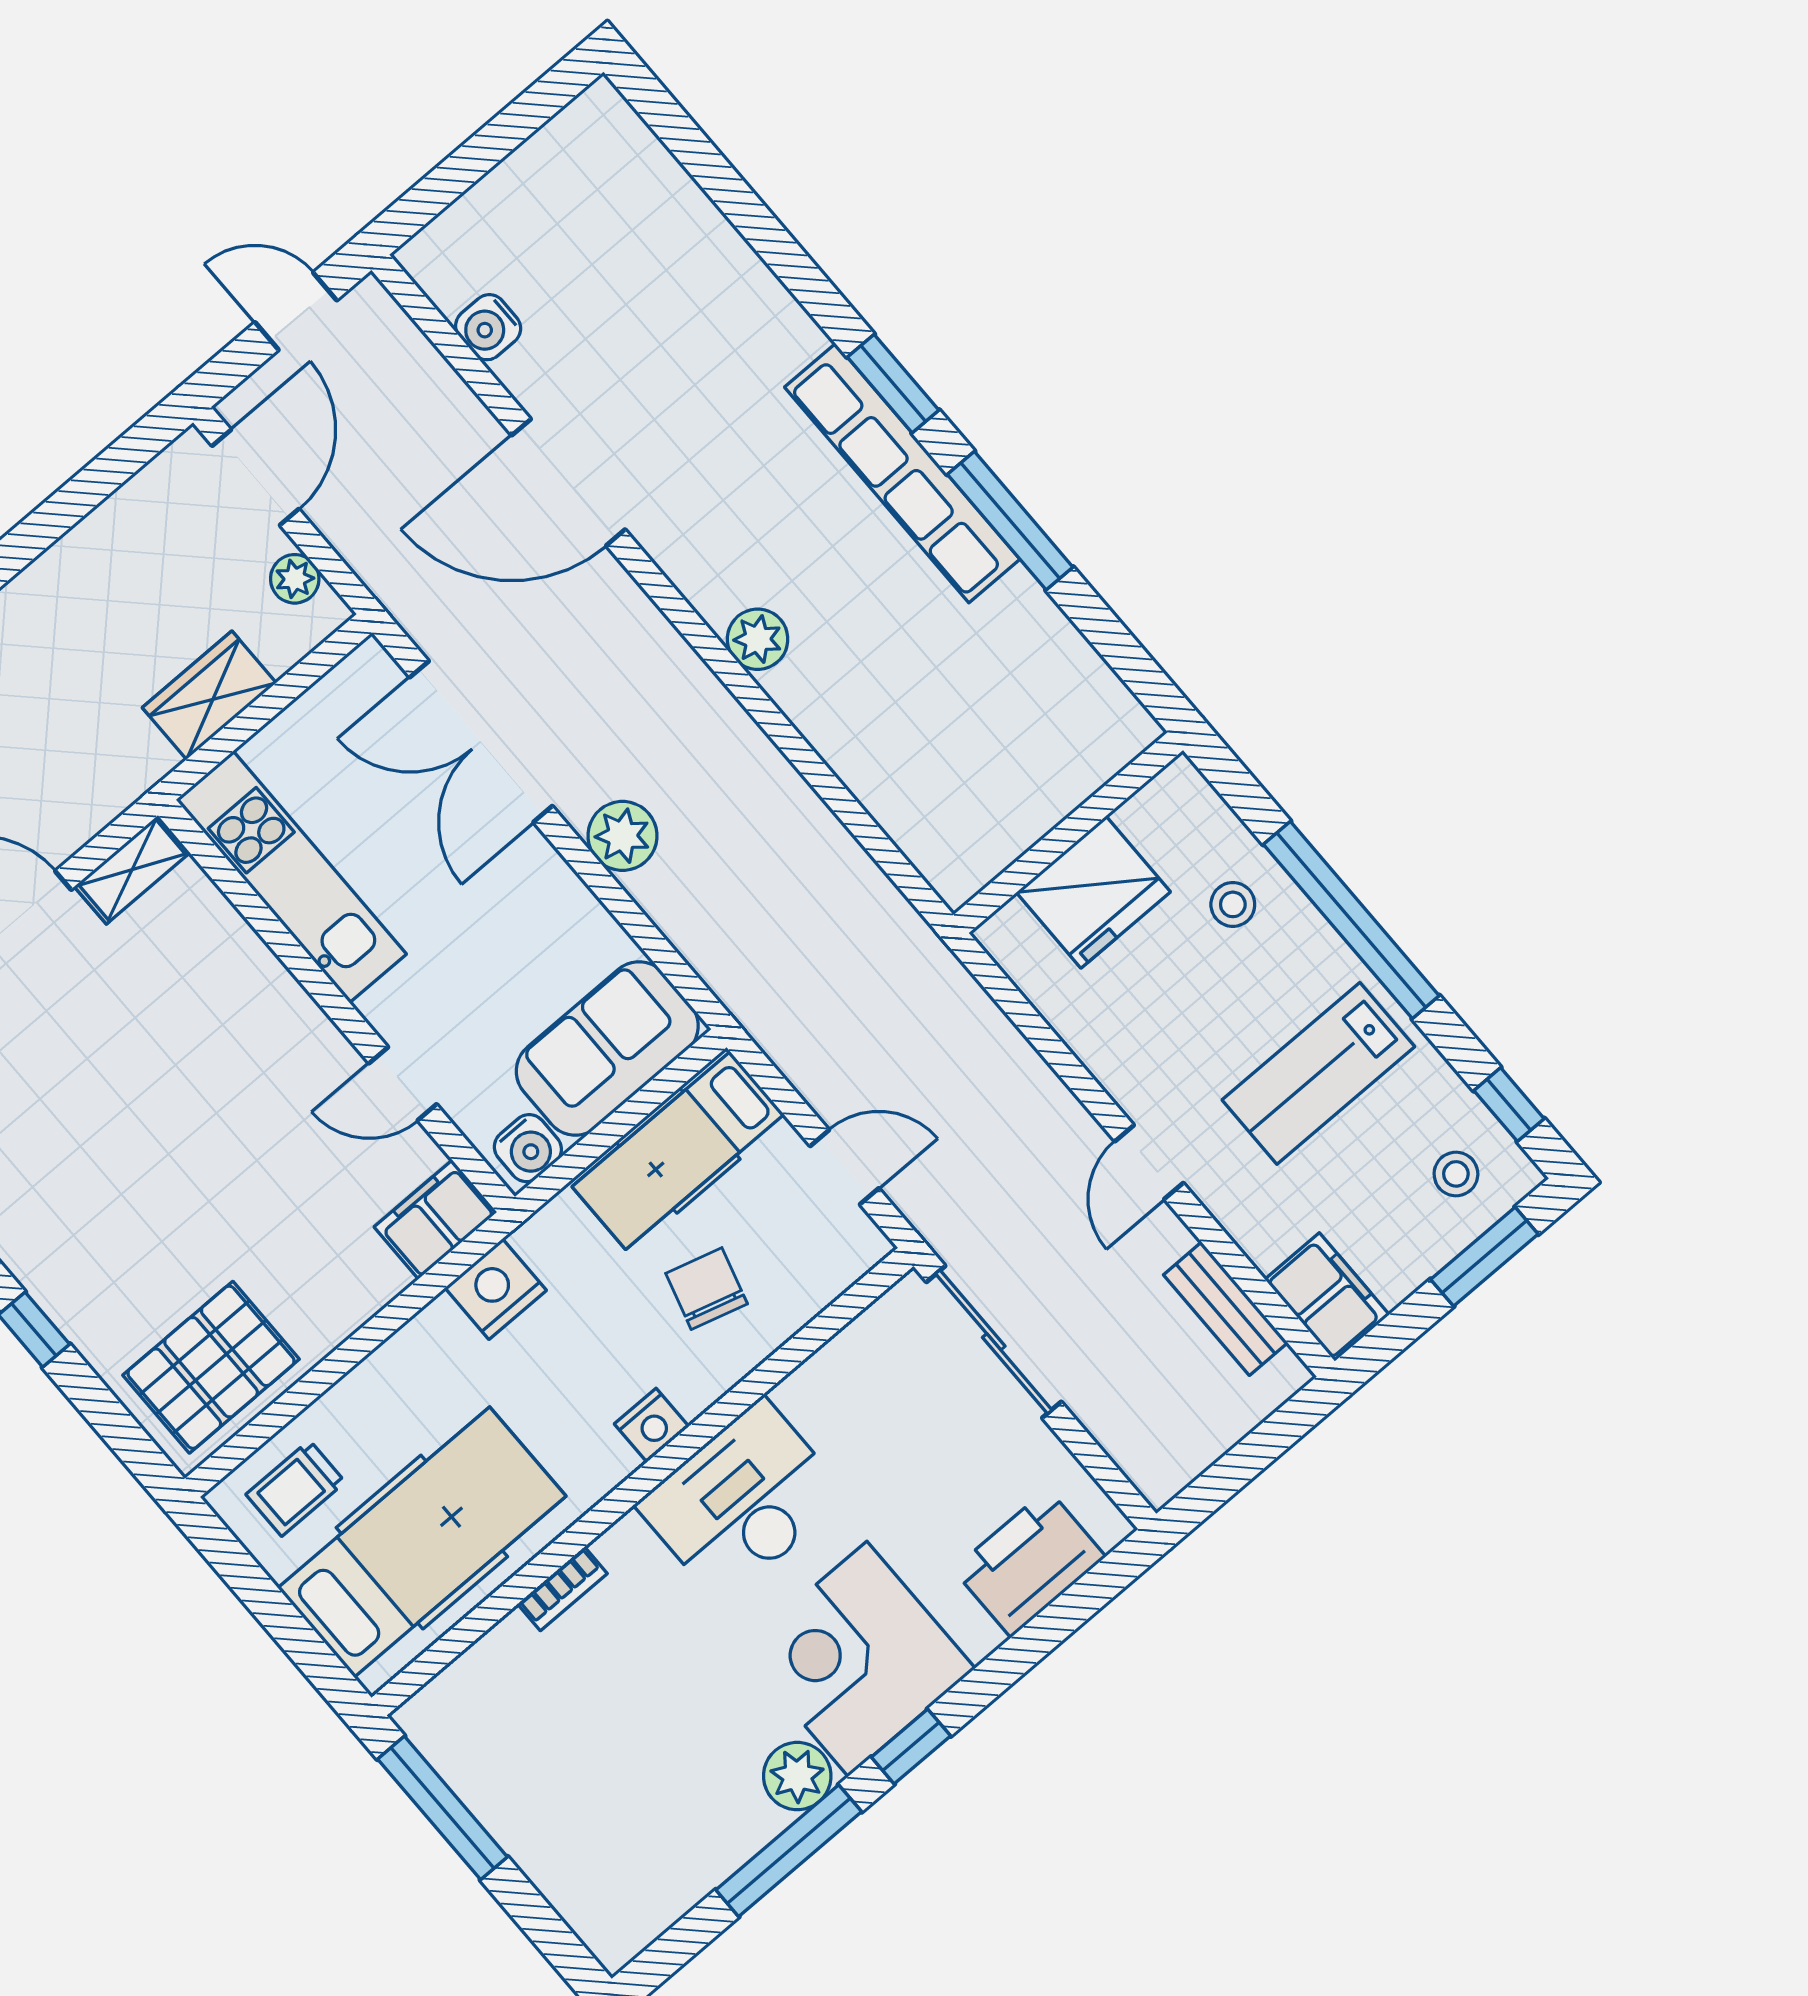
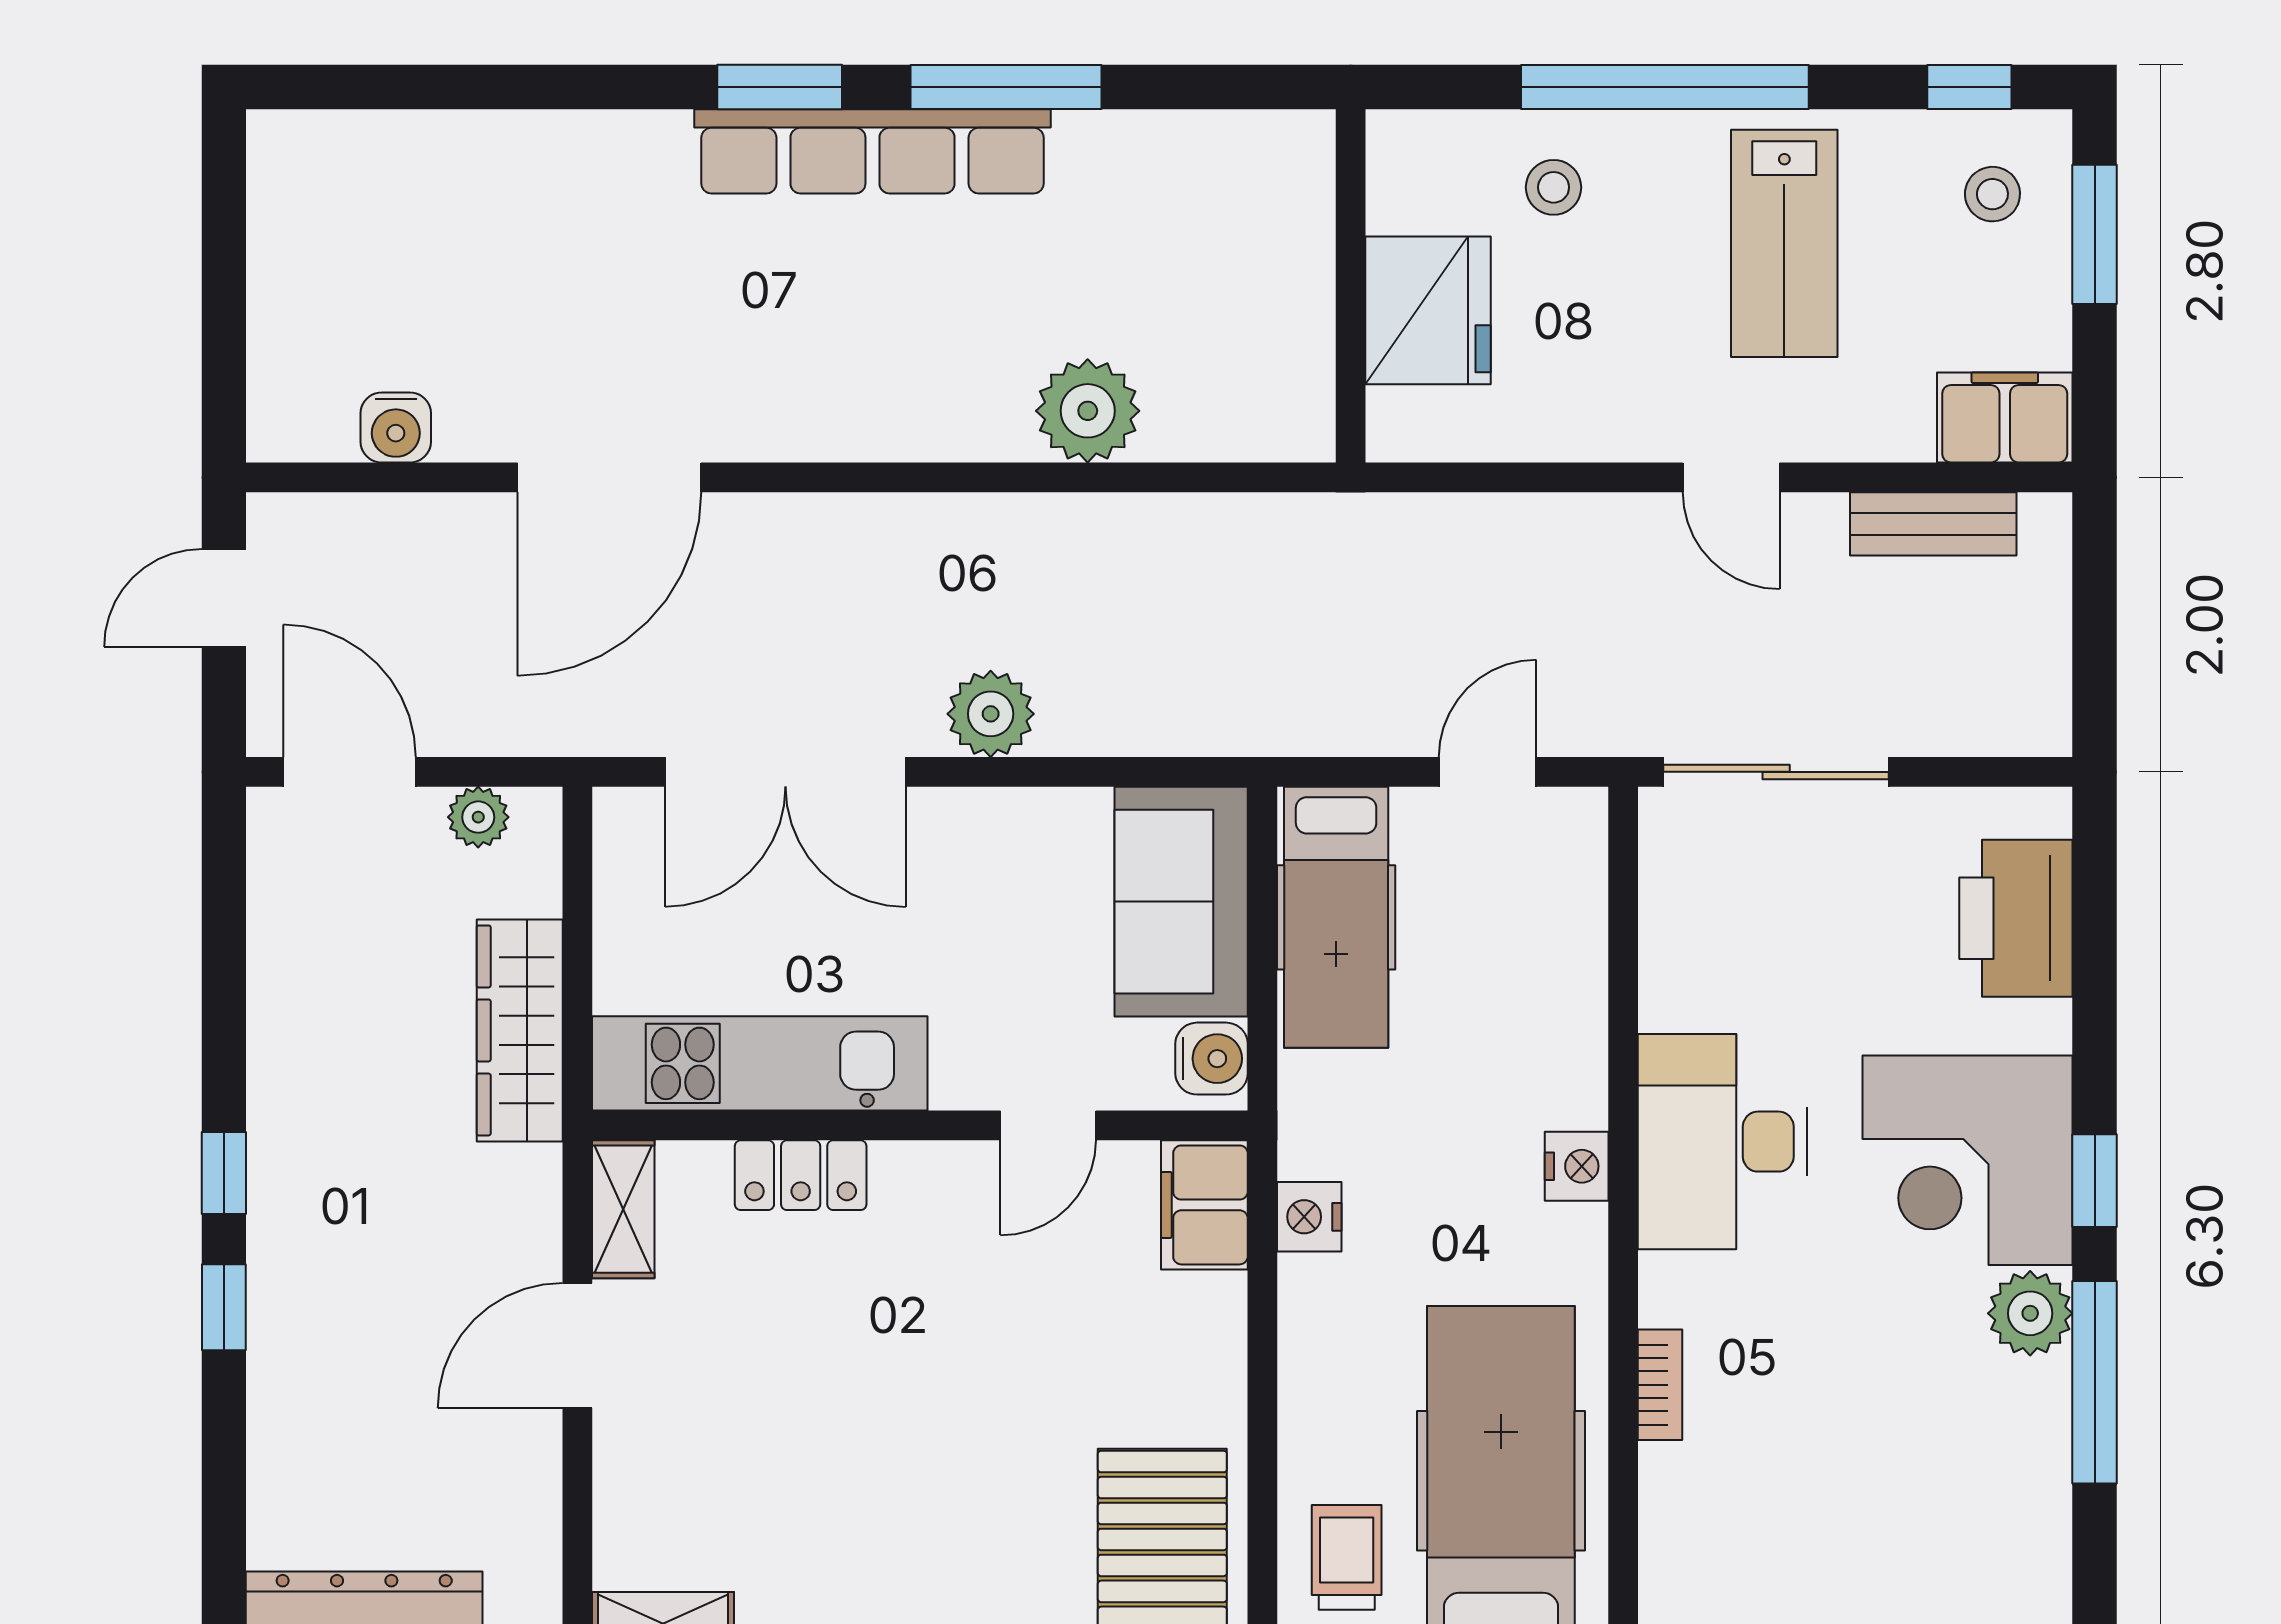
plant: (758, 639) -> (1088, 411), moved, width x1.36, depth x1.36
wardrobe: (209, 695) -> (520, 1030), width x1.50
locker: (245, 960) -> (801, 1175), added
nightstand: (496, 1289) -> (1309, 1217), width x0.74, depth x0.75
chair: (707, 1289) -> (1491, 1003), removed
trolley: (296, 1488) -> (1347, 1557), turned 180

